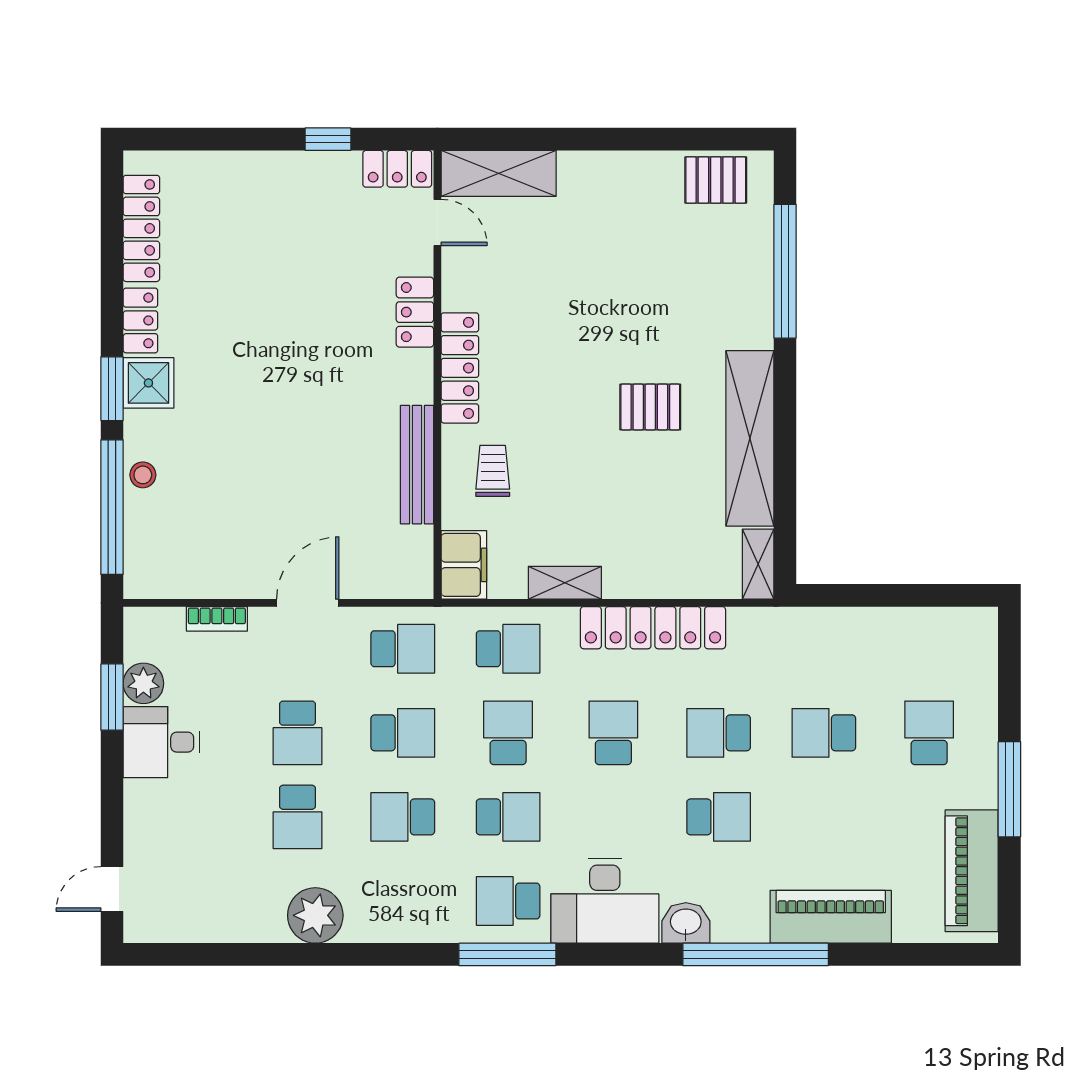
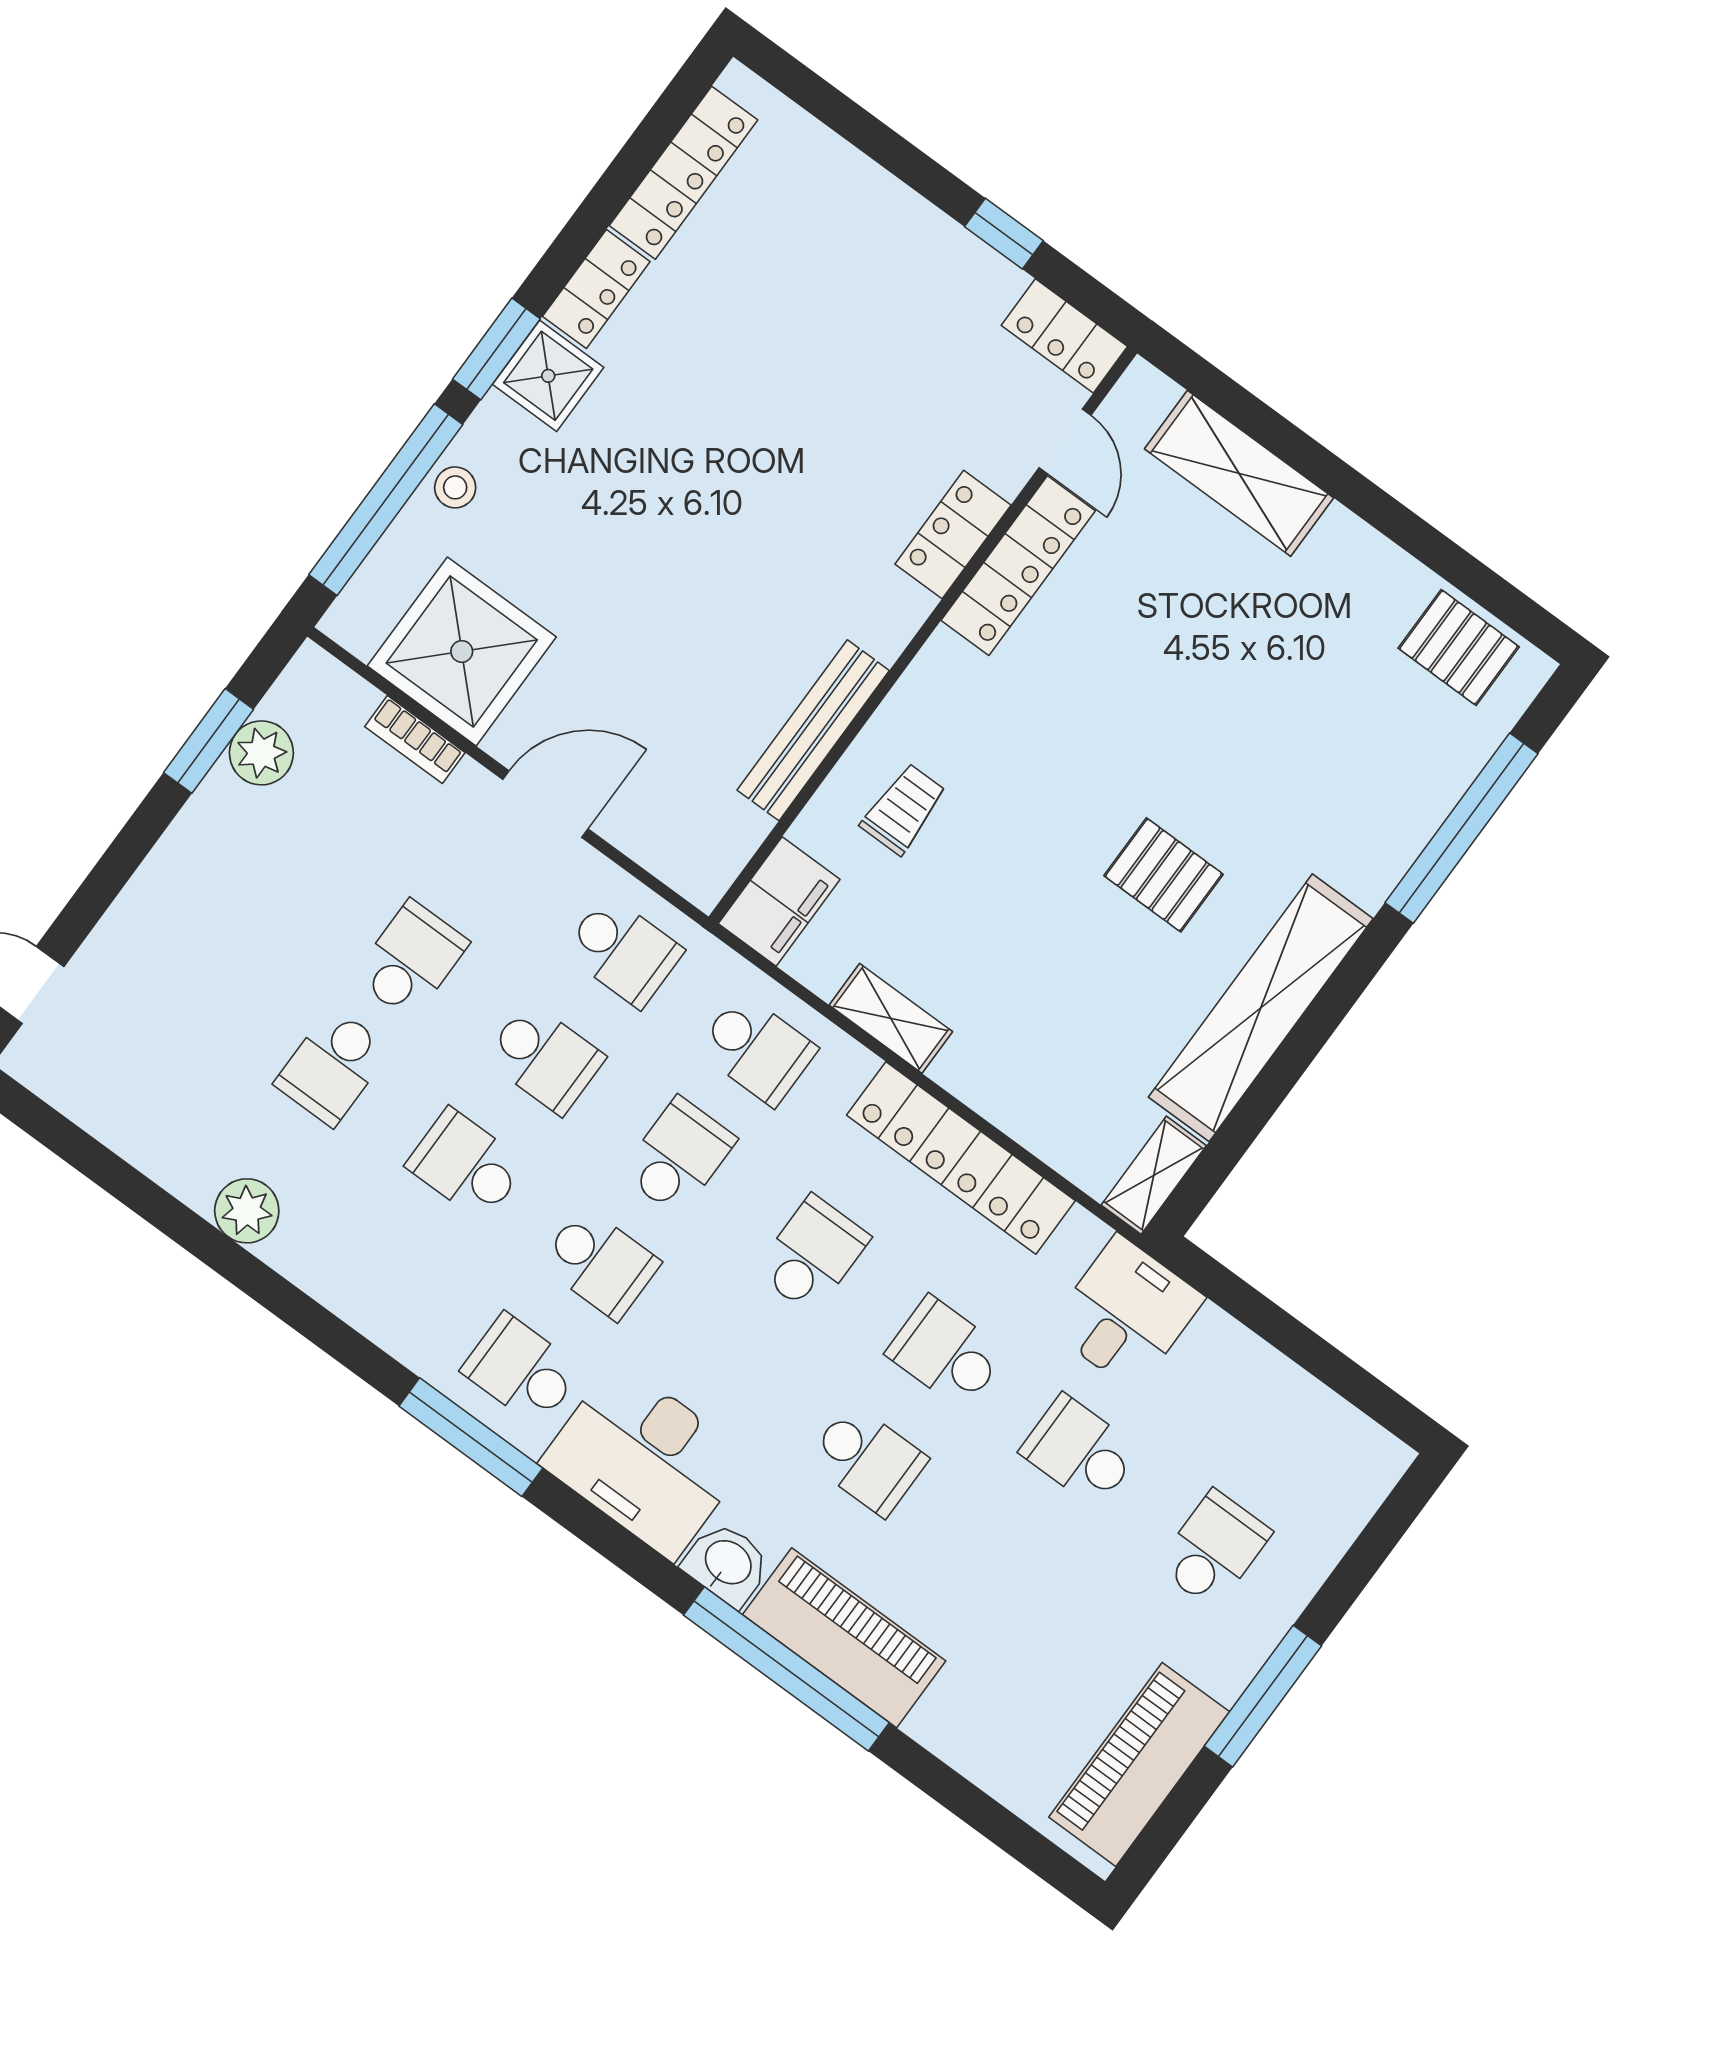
shelving: (499, 173) -> (1239, 473), moved
locker: (460, 368) -> (1018, 566), moved
shower: (208, 556) -> (462, 651), added
school desk: (297, 733) -> (411, 960), turned 180
desk: (162, 742) -> (1126, 1313), moved, turned 90
plant: (315, 915) -> (247, 1211), width x0.73, depth x0.73
piano: (831, 917) -> (844, 1638), moved

